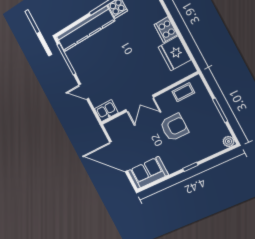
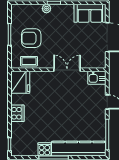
fridge: (175, 53) -> (20, 82), moved
armchair: (174, 127) -> (31, 38), moved
plant: (229, 141) -> (46, 9), moved

